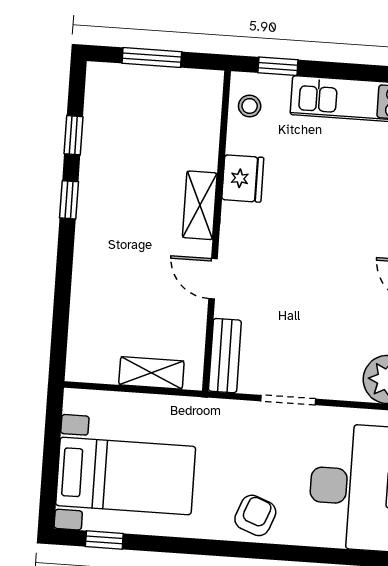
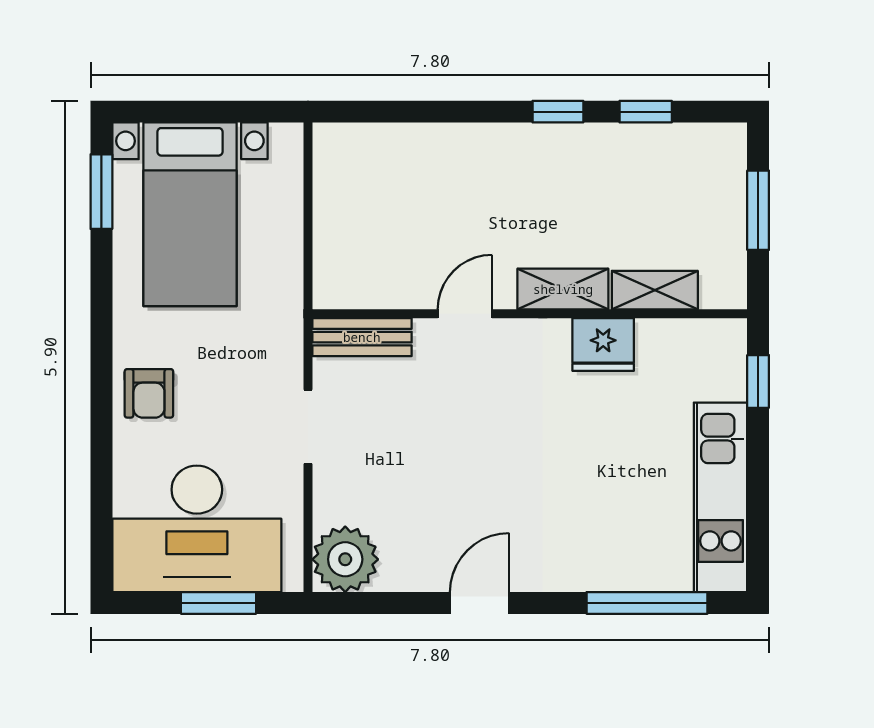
stool: (250, 106) -> (702, 347), removed
shelving: (151, 373) -> (655, 290), moved, turned 90
armchair: (255, 515) -> (149, 393), turned 69
window: (104, 540) -> (101, 192), width x1.50

